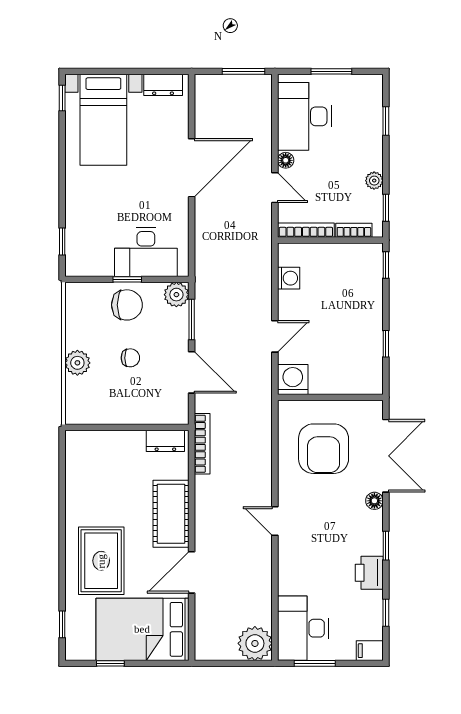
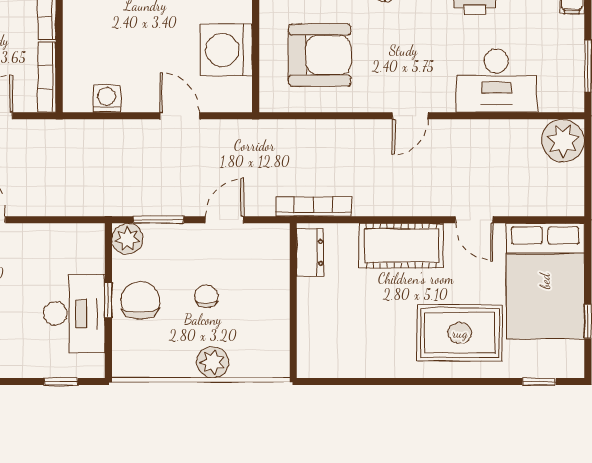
desk: (146, 252) -> (74, 314), moved
door: (192, 372) -> (224, 220), width x0.73
washing machine: (293, 379) -> (226, 50), moved, width x1.37, depth x1.37
door: (192, 572) -> (474, 220), width x0.73
desk: (303, 628) -> (496, 81), moved

